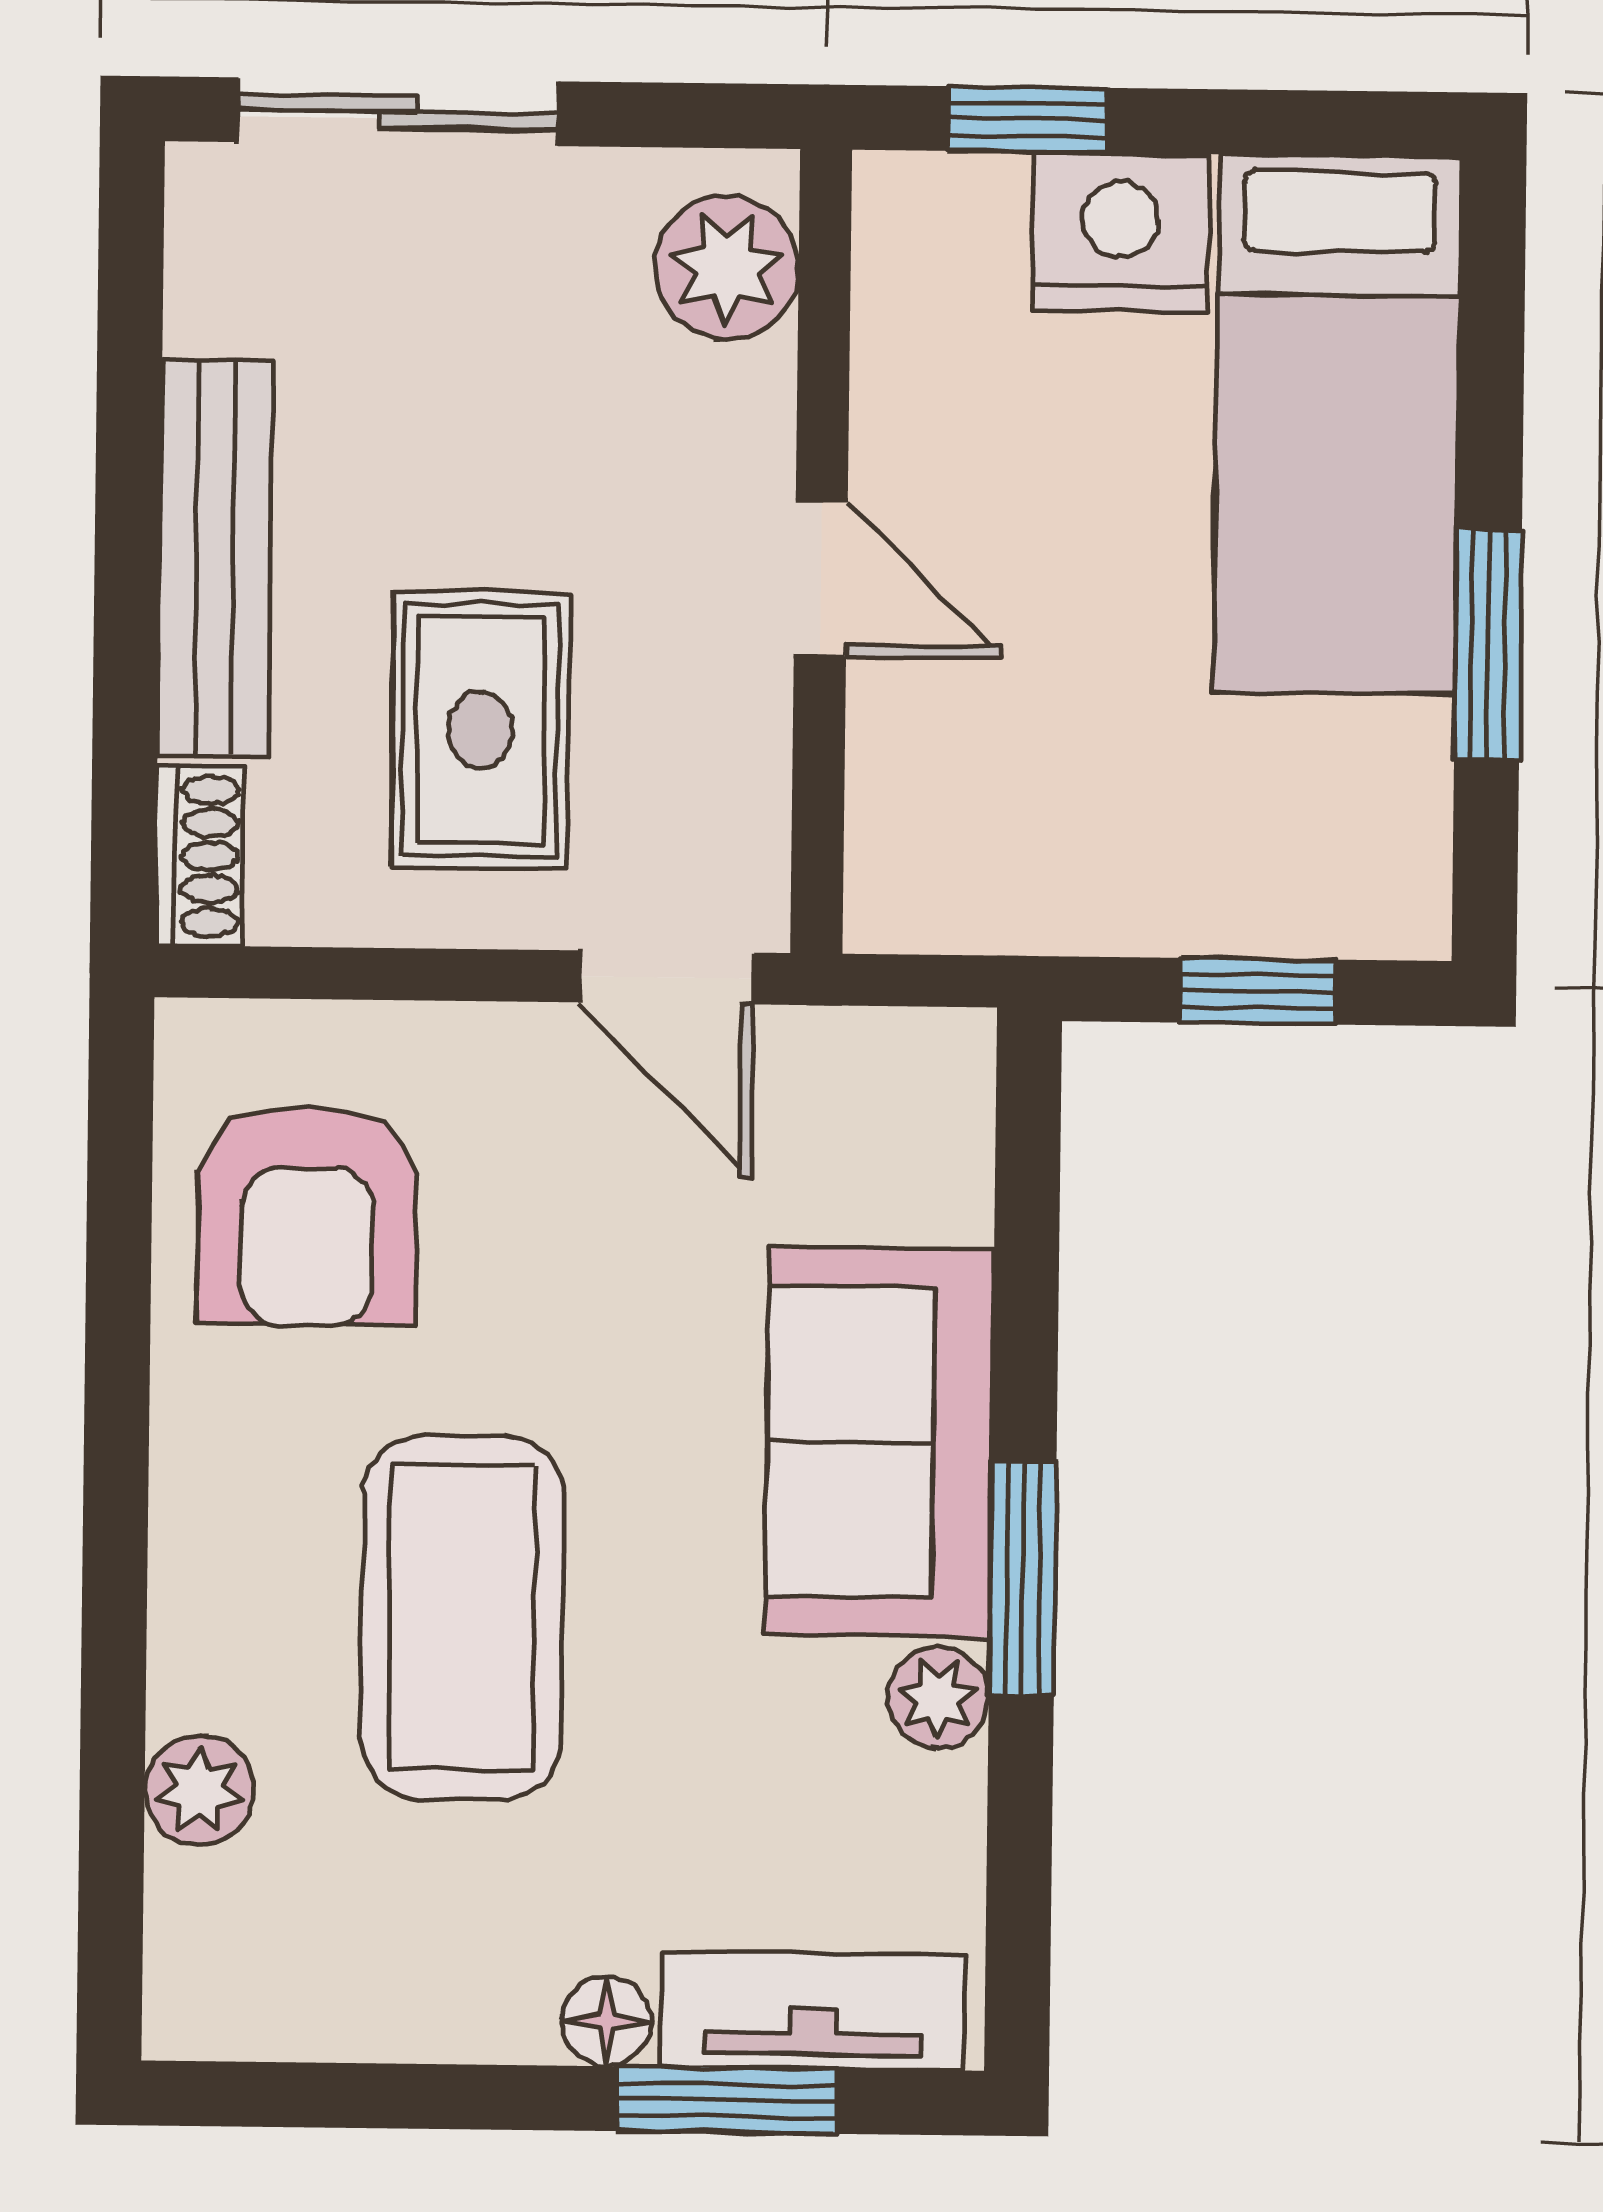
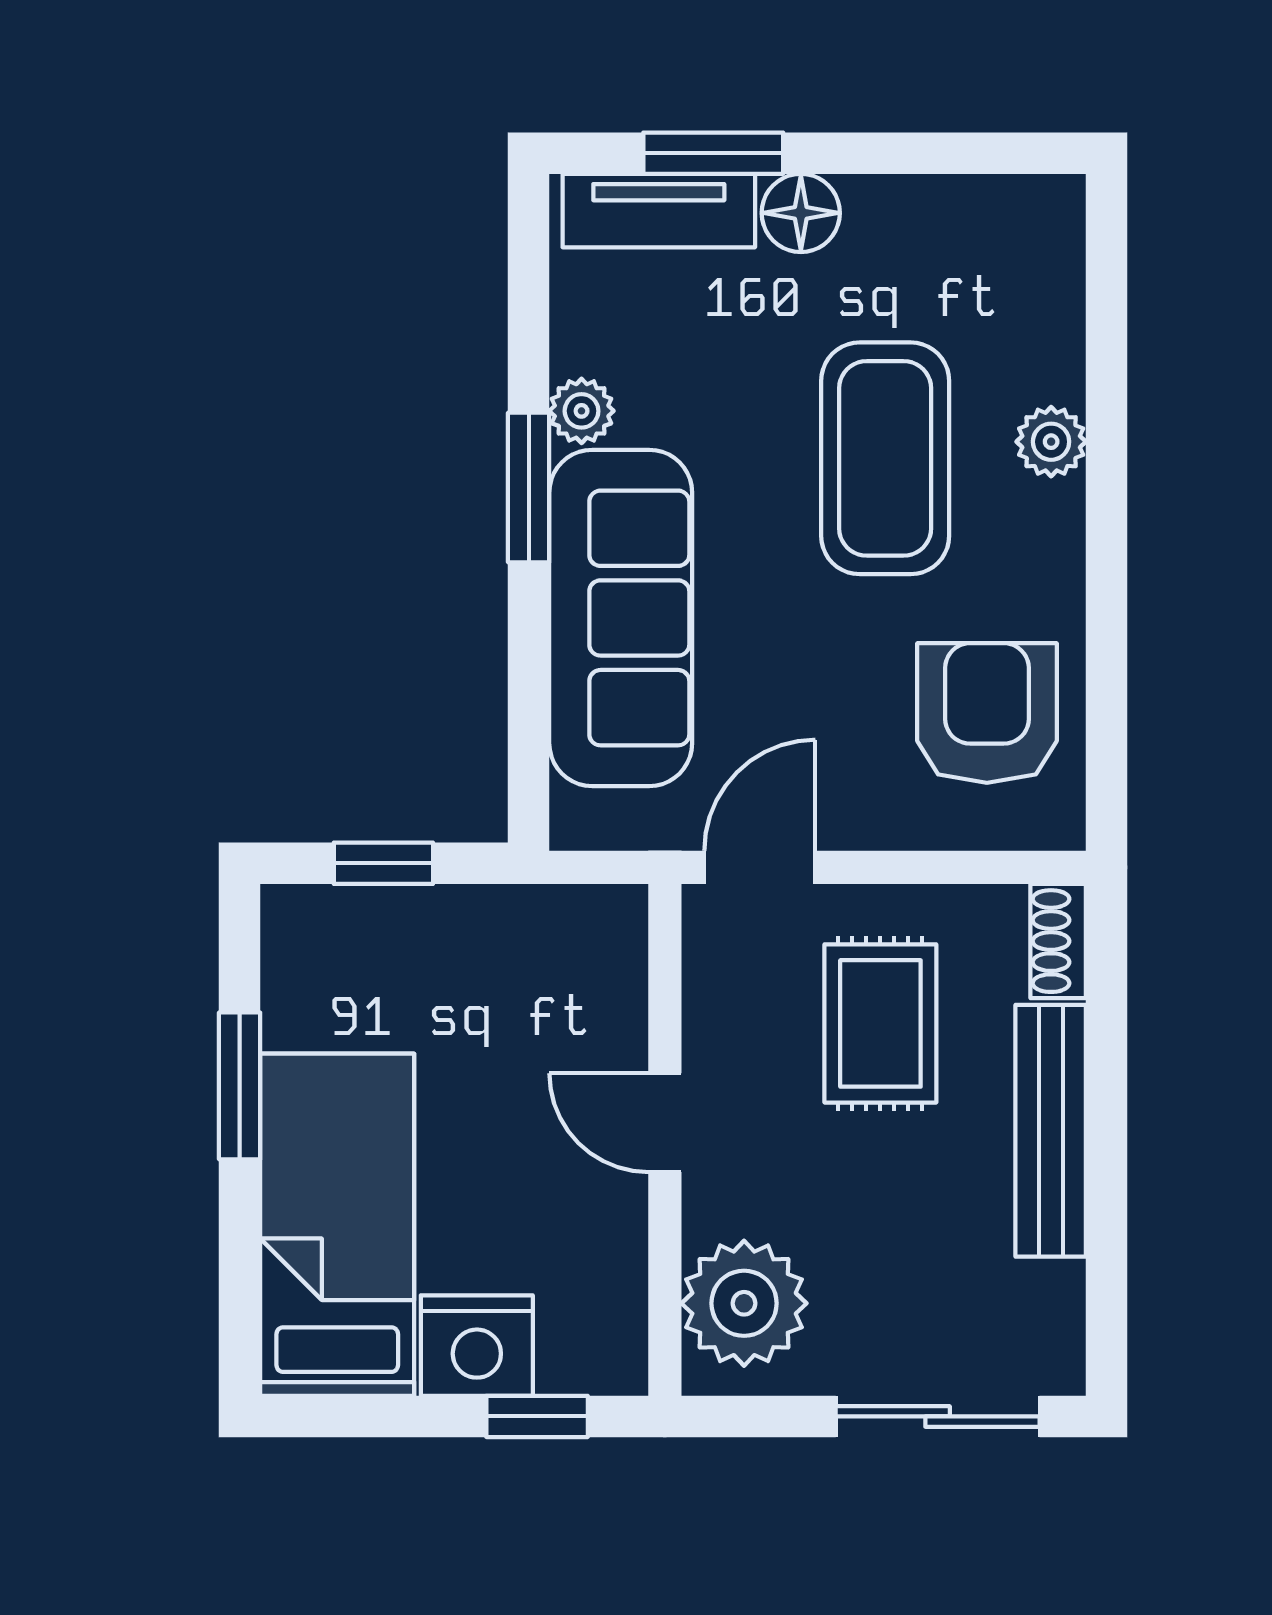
plant: (727, 267) -> (744, 1303), width x1.36, depth x1.36
door: (667, 977) -> (760, 867), hinge flipped
sofa: (880, 1442) -> (621, 618), width x1.36
plant: (199, 1790) -> (1051, 442), moved
floor lamp: (606, 2021) -> (801, 213), width x1.37, depth x1.37

